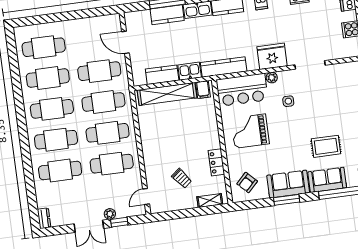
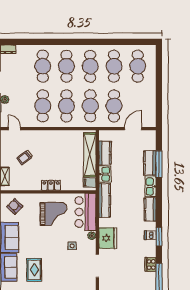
grand piano: (250, 131) -> (53, 214), turned 90
locker: (216, 162) -> (51, 185), moved

